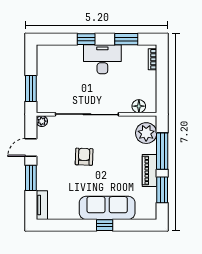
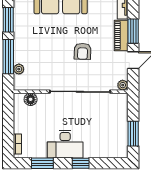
window: (31, 88) -> (133, 134), moved
plant: (146, 133) -> (19, 69), width x0.53, depth x0.53
piano: (150, 170) -> (121, 35), moved, turned 180

